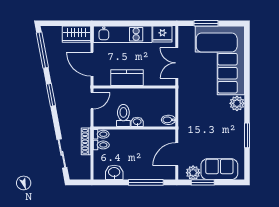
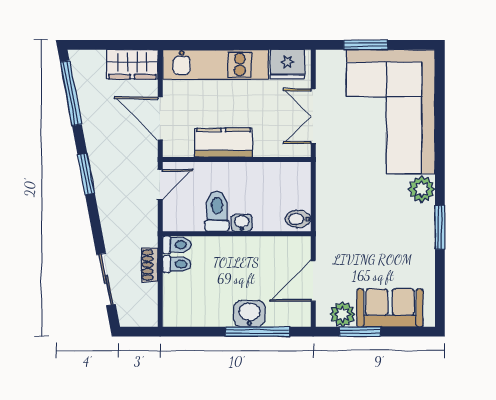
window: (247, 135) -> (440, 227), moved
shoe rack: (86, 141) -> (150, 265), width x0.70
washbasin: (114, 172) -> (249, 314), moved

